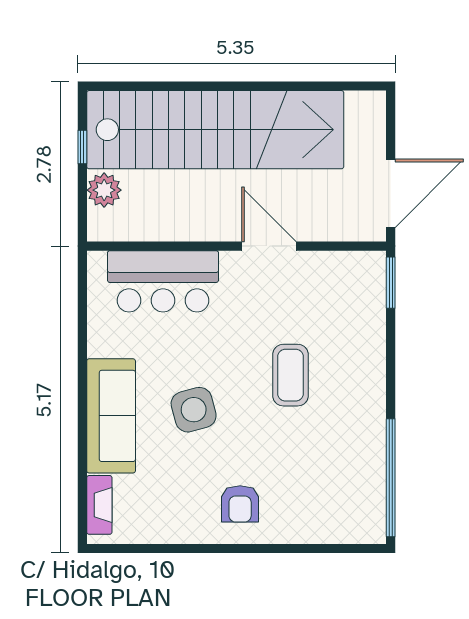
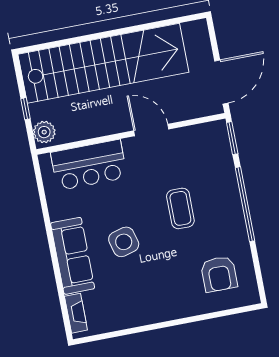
window: (82, 147) -> (25, 109), moved
plant: (104, 190) -> (44, 132), moved
window: (391, 478) -> (245, 204), moved
armchair: (240, 504) -> (219, 274), moved, width x1.38, depth x1.38

